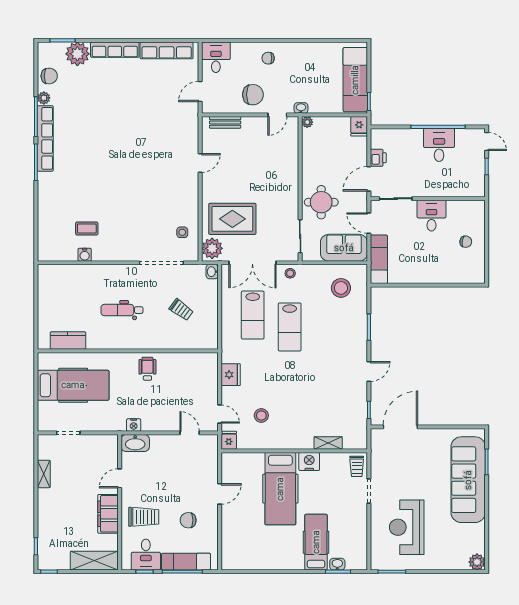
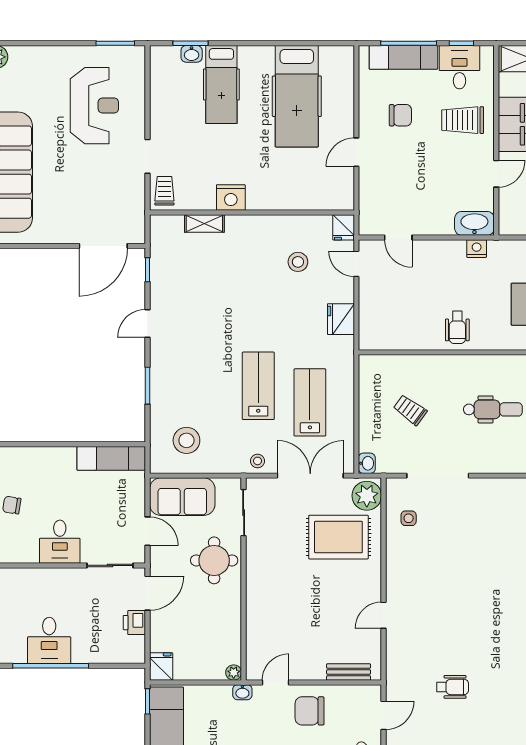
wheelchair: (151, 112) -> (452, 687), added
exam couch: (379, 259) -> (111, 458), moved, turned -90
hospital bed: (280, 489) -> (297, 96), moved, turned 180

